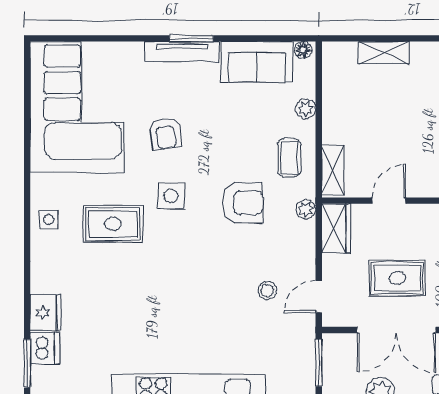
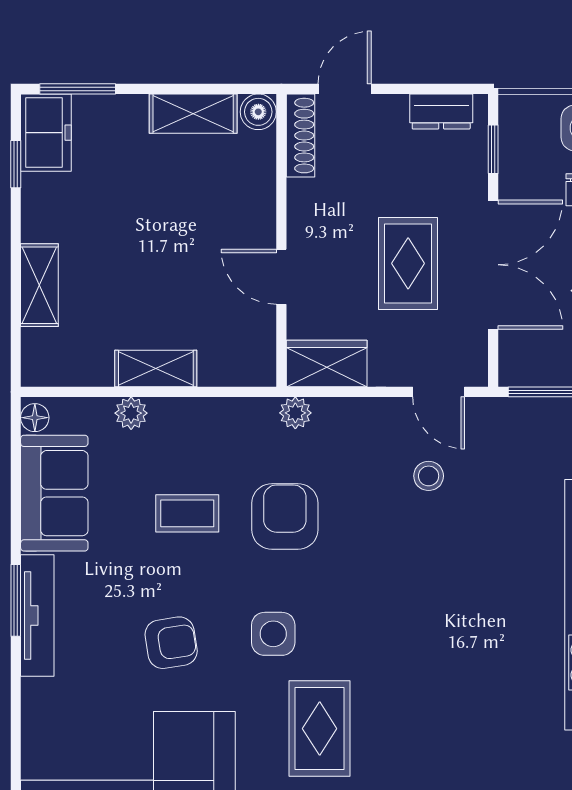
coffee table: (289, 158) -> (187, 513), moved
shelving: (333, 170) -> (156, 368), moved

